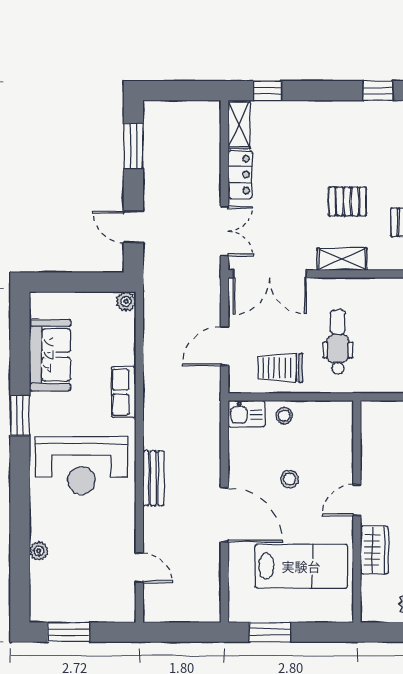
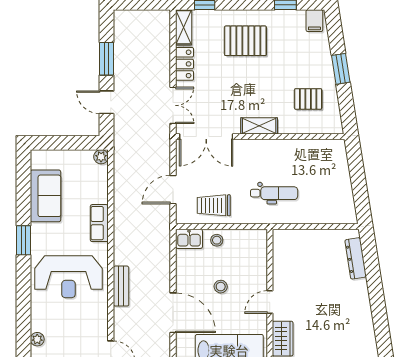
window: (133, 146) -> (106, 59), moved
pallet: (347, 201) -> (245, 41), moved, width x1.50, depth x1.42
dental chair: (338, 342) -> (274, 193), moved, turned 90

